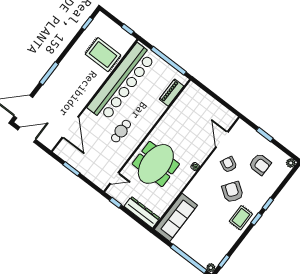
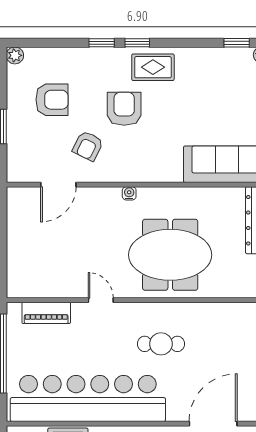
armchair: (260, 164) -> (52, 100), turned 90
door: (114, 178) -> (101, 300), moved
armchair: (233, 192) -> (124, 109), turned 145

